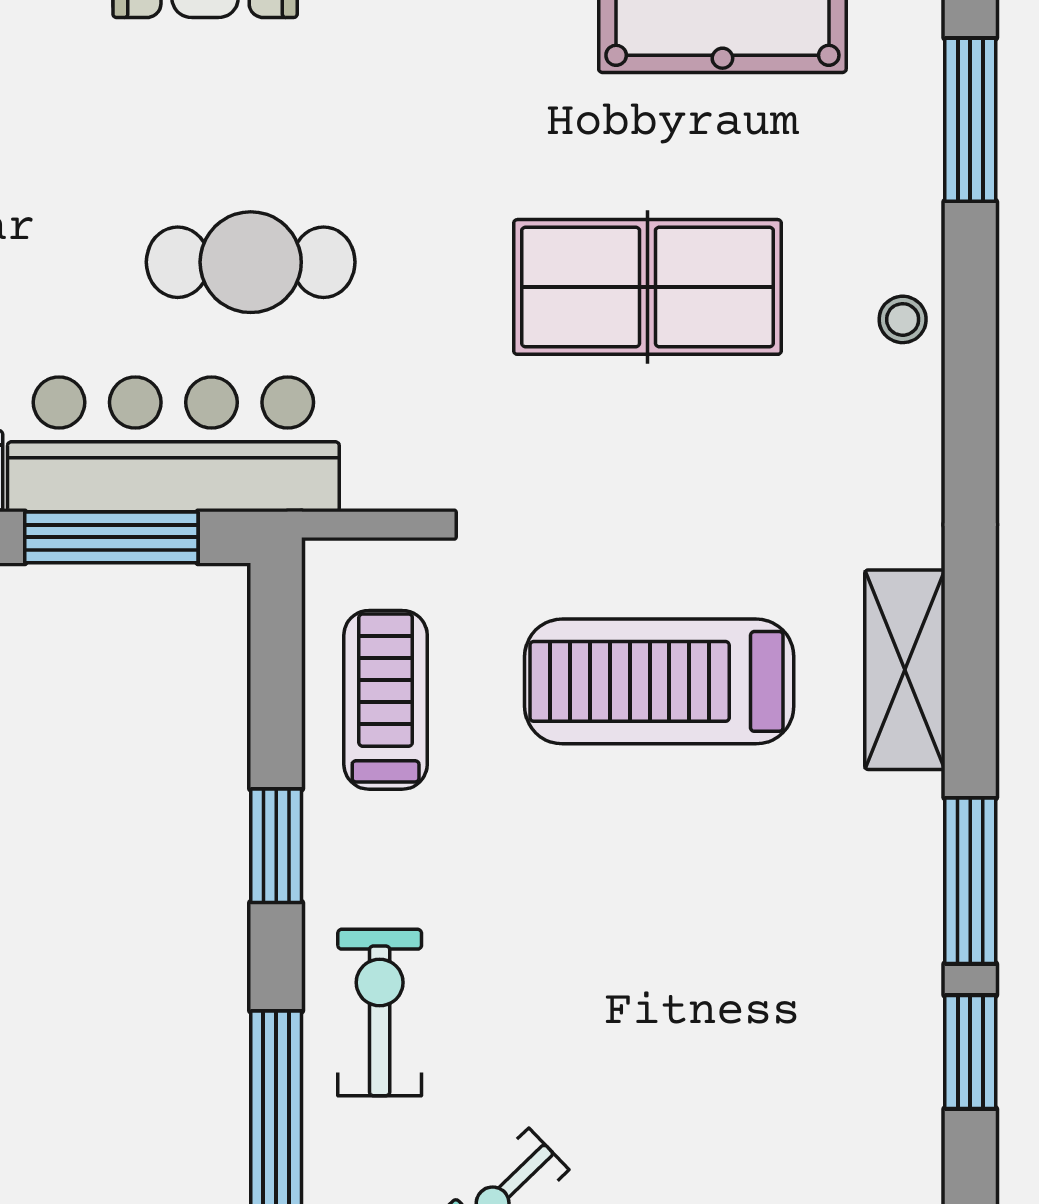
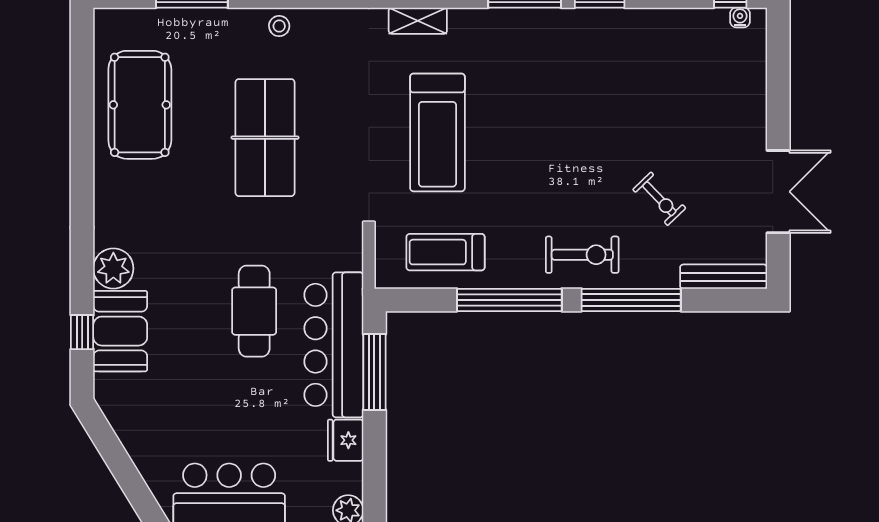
shelving: (905, 670) -> (418, 21), width x0.67, depth x0.75
window: (276, 846) -> (509, 300), width x2.11
exercise bike: (380, 1013) -> (582, 255), turned 180

